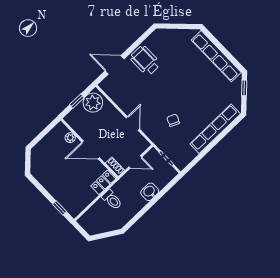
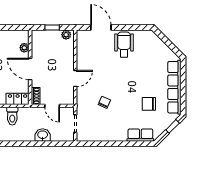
chair: (209, 88) -> (149, 104), added
plant: (93, 103) -> (66, 35), width x0.53, depth x0.53
row of seats: (215, 129) -> (140, 135), width x0.50

